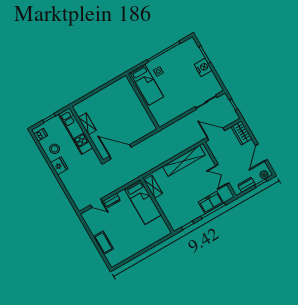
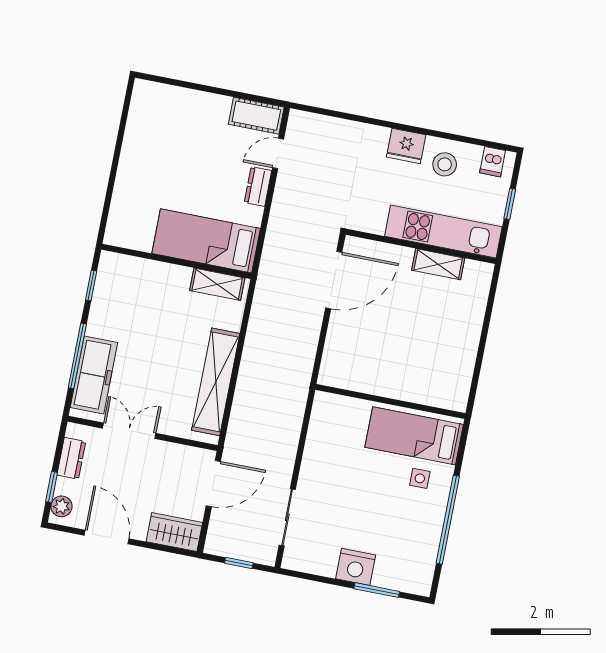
freezer: (211, 202) -> (94, 375), width x1.40
cot: (103, 243) -> (256, 116), moved

